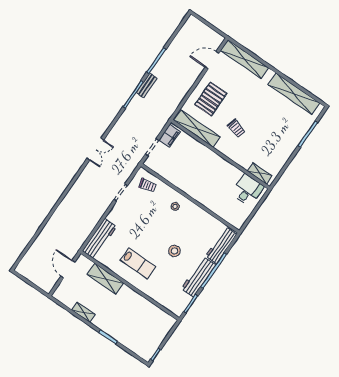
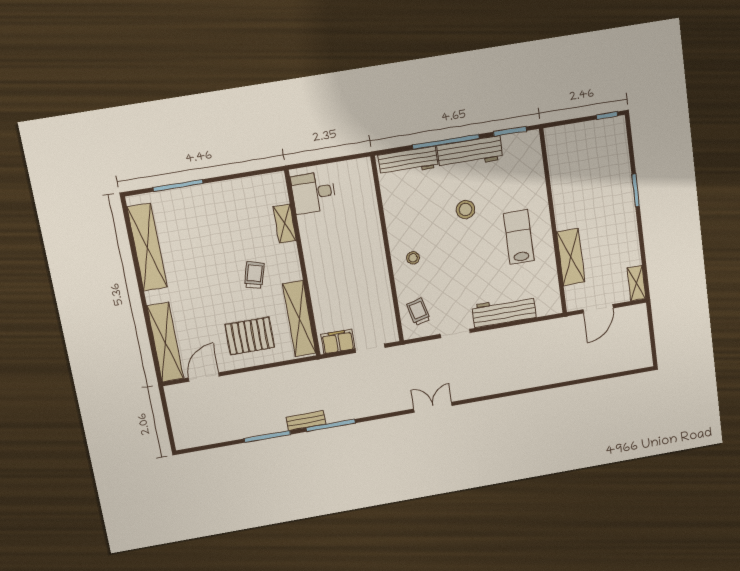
door: (212, 60) -> (204, 377), swing flipped
shelving: (260, 173) -> (285, 224), moved
workbench: (100, 239) -> (504, 311), moved
shelving: (83, 312) -> (636, 283), moved

